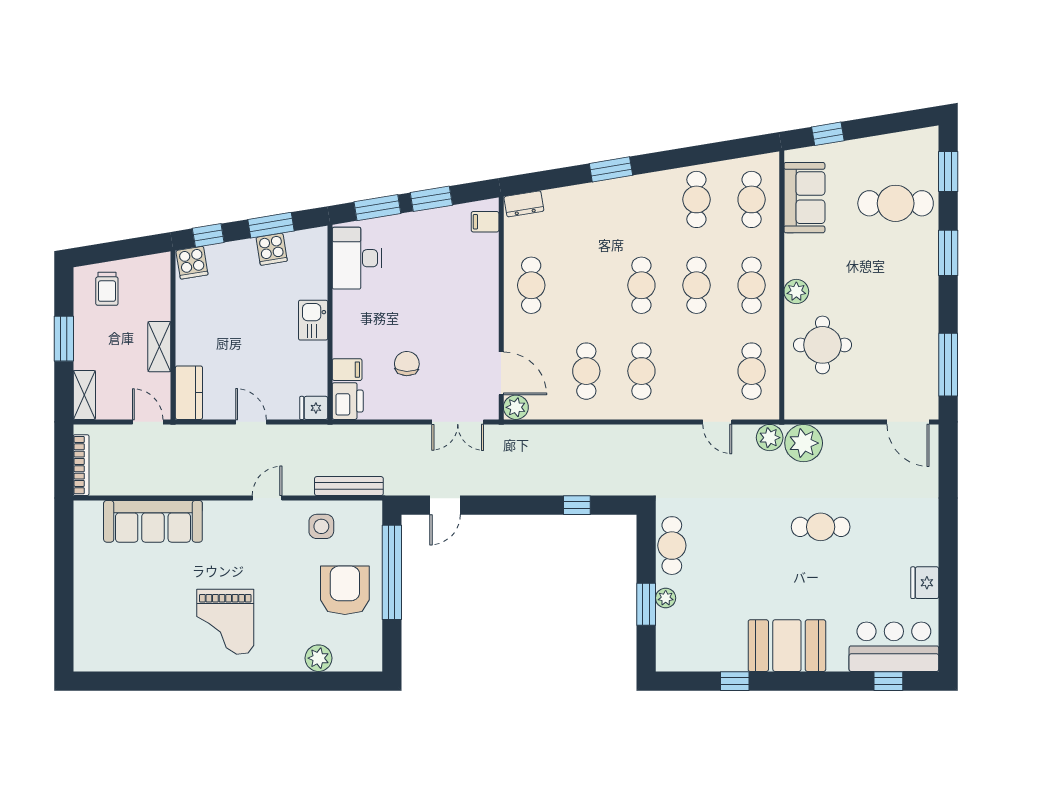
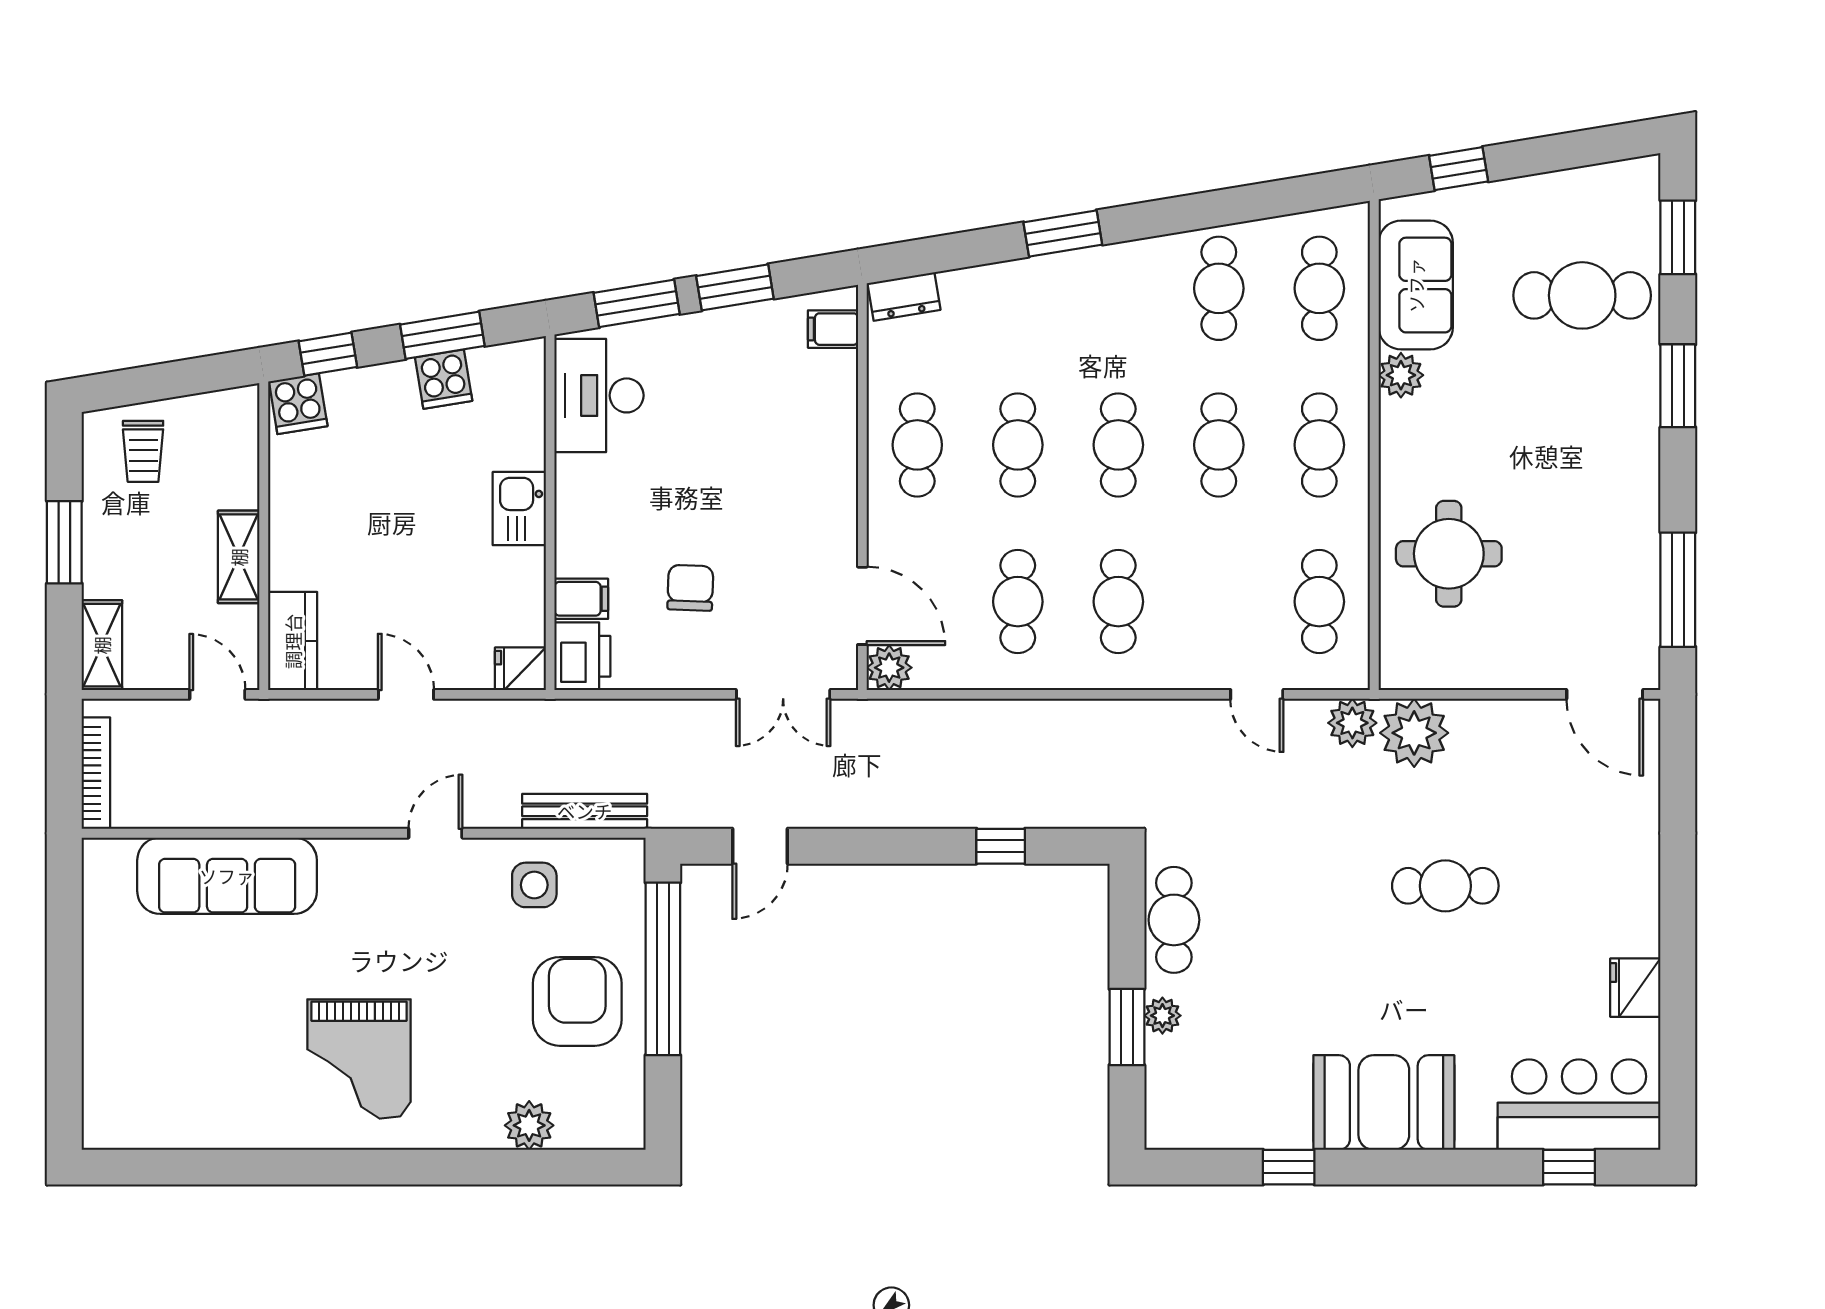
cafe table: (586, 285) -> (1018, 445), added
plant: (796, 291) -> (1401, 375), moved

